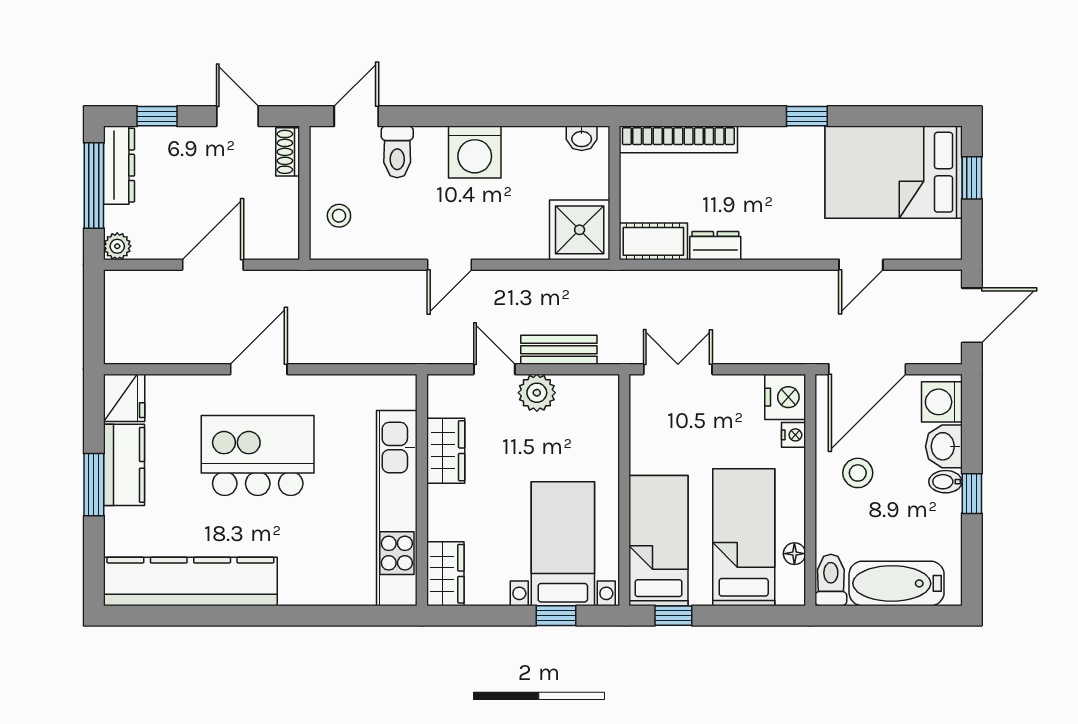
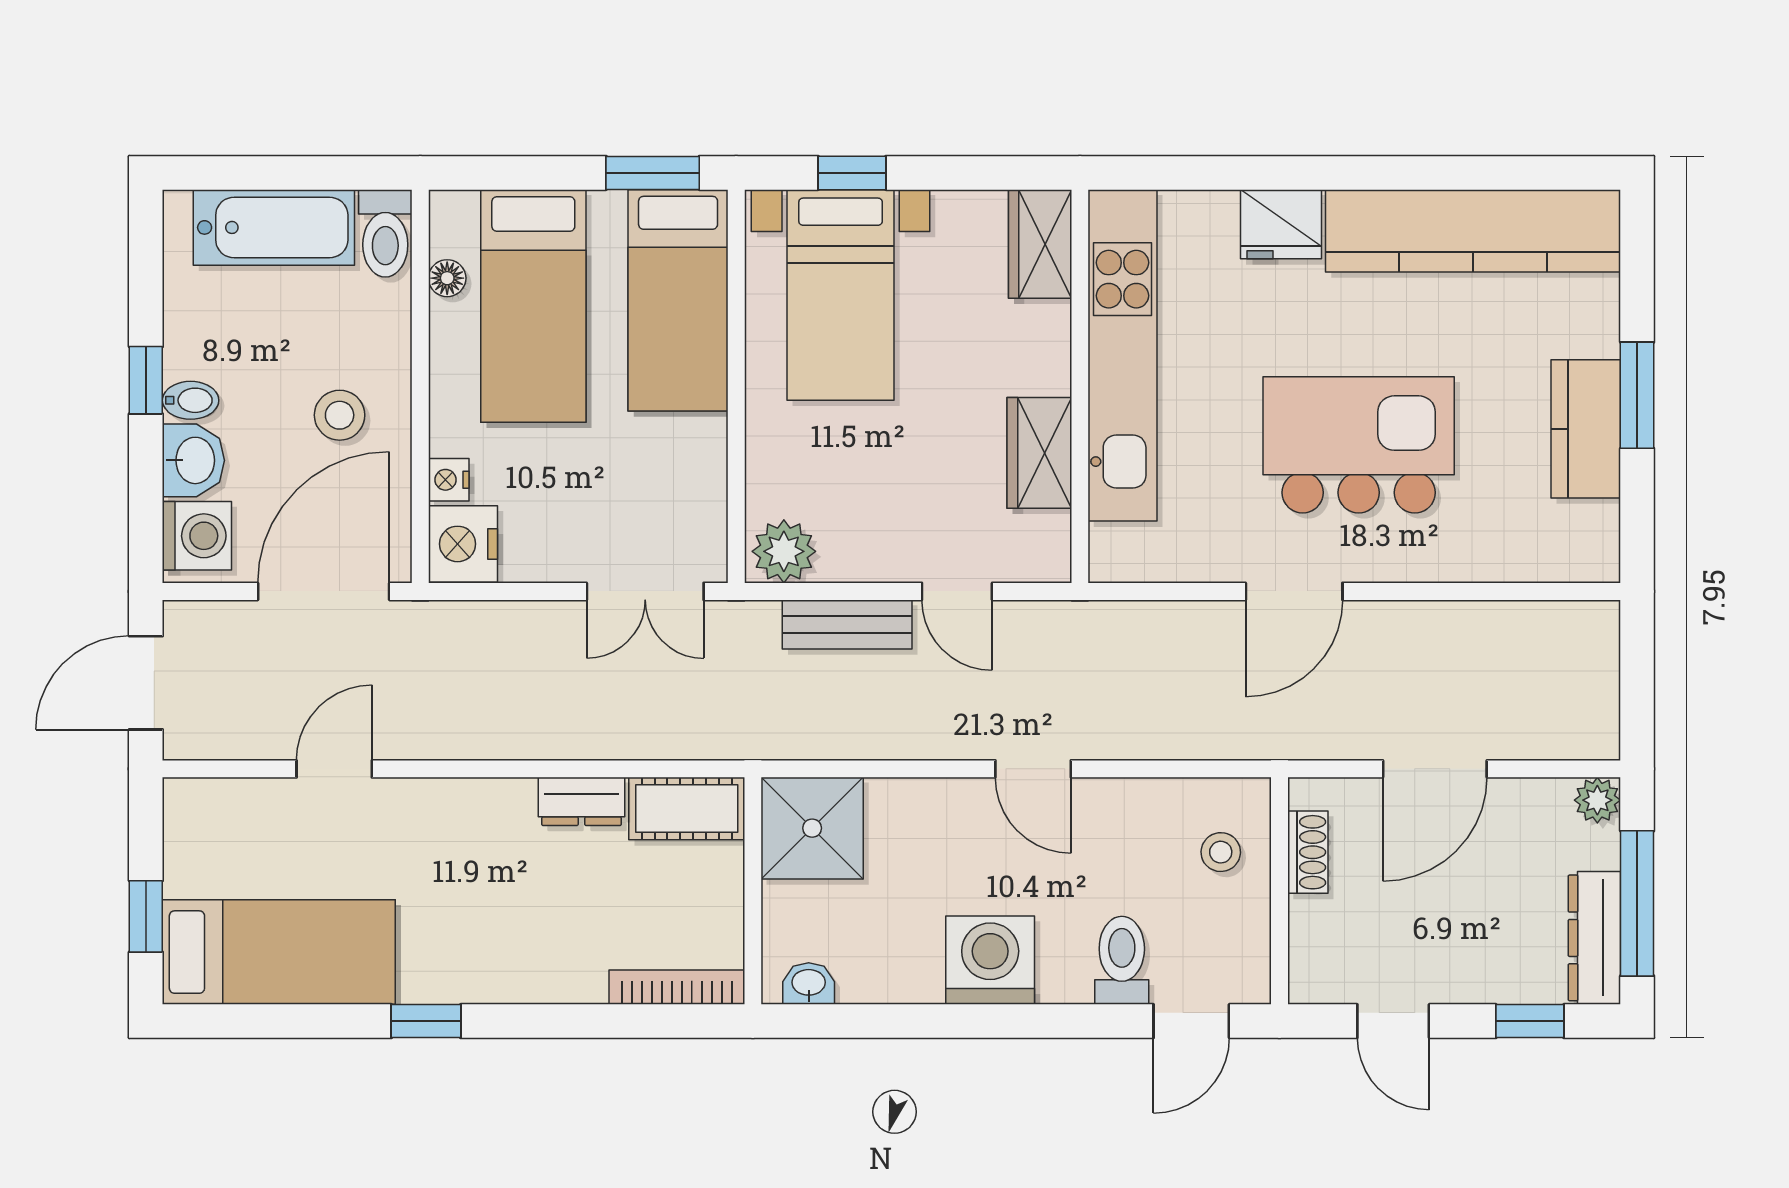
bookcase: (678, 139) -> (677, 987), width x0.68, depth x0.76
shoe rack: (288, 152) -> (1308, 852), moved
bed: (894, 172) -> (279, 952), width x0.67
door: (449, 265) -> (1033, 769), swing flipped
door: (259, 369) -> (1294, 591), moved
plant: (537, 393) -> (784, 551), moved
fridge: (124, 398) -> (1281, 224), moved, turned -90
kitchen island: (258, 455) -> (1359, 445), turned 180
window: (673, 616) -> (653, 173), width x1.50

